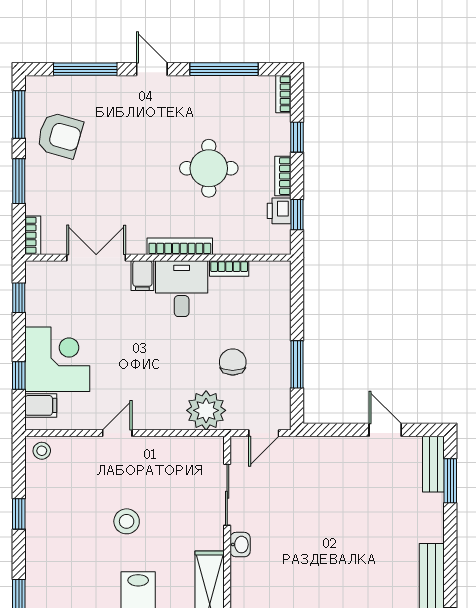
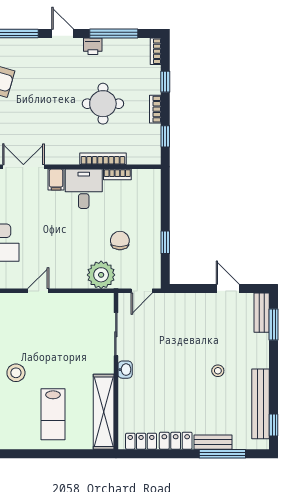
printer: (279, 211) -> (93, 46), moved, turned -90
bookcase: (180, 246) -> (103, 159), moved
window: (297, 364) -> (165, 242), width x0.67
stool: (127, 521) -> (16, 373), moved
stool: (371, 546) -> (218, 371), added

